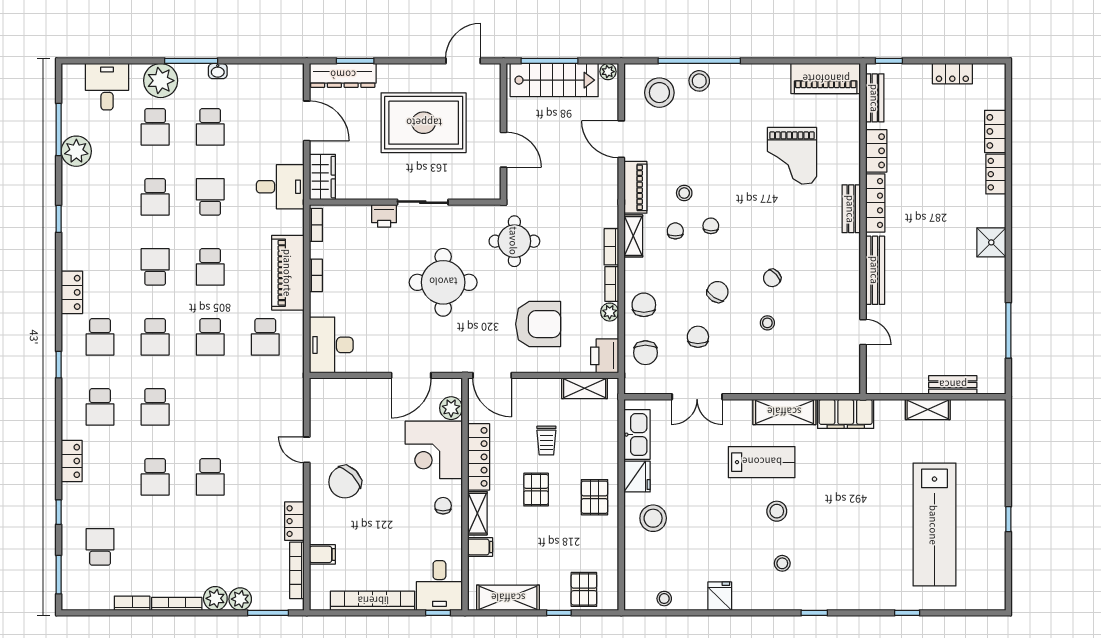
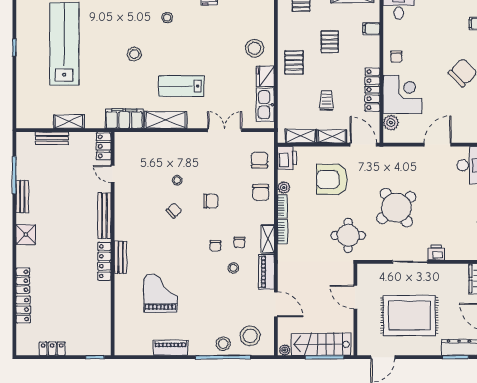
piano: (826, 79) -> (170, 348), moved, width x0.73, depth x0.75
bench: (875, 98) -> (22, 196), moved
locker: (876, 151) -> (104, 146), moved
round table: (443, 282) -> (396, 208), turned -37
chair: (718, 292) -> (211, 201), turned -124
chair: (698, 337) -> (224, 171), removed
door: (411, 375) -> (438, 145), moved
pallet: (536, 490) -> (330, 42), moved
stool: (777, 511) -> (134, 54), moved
shelving: (477, 513) -> (332, 136), moved, turned 90

